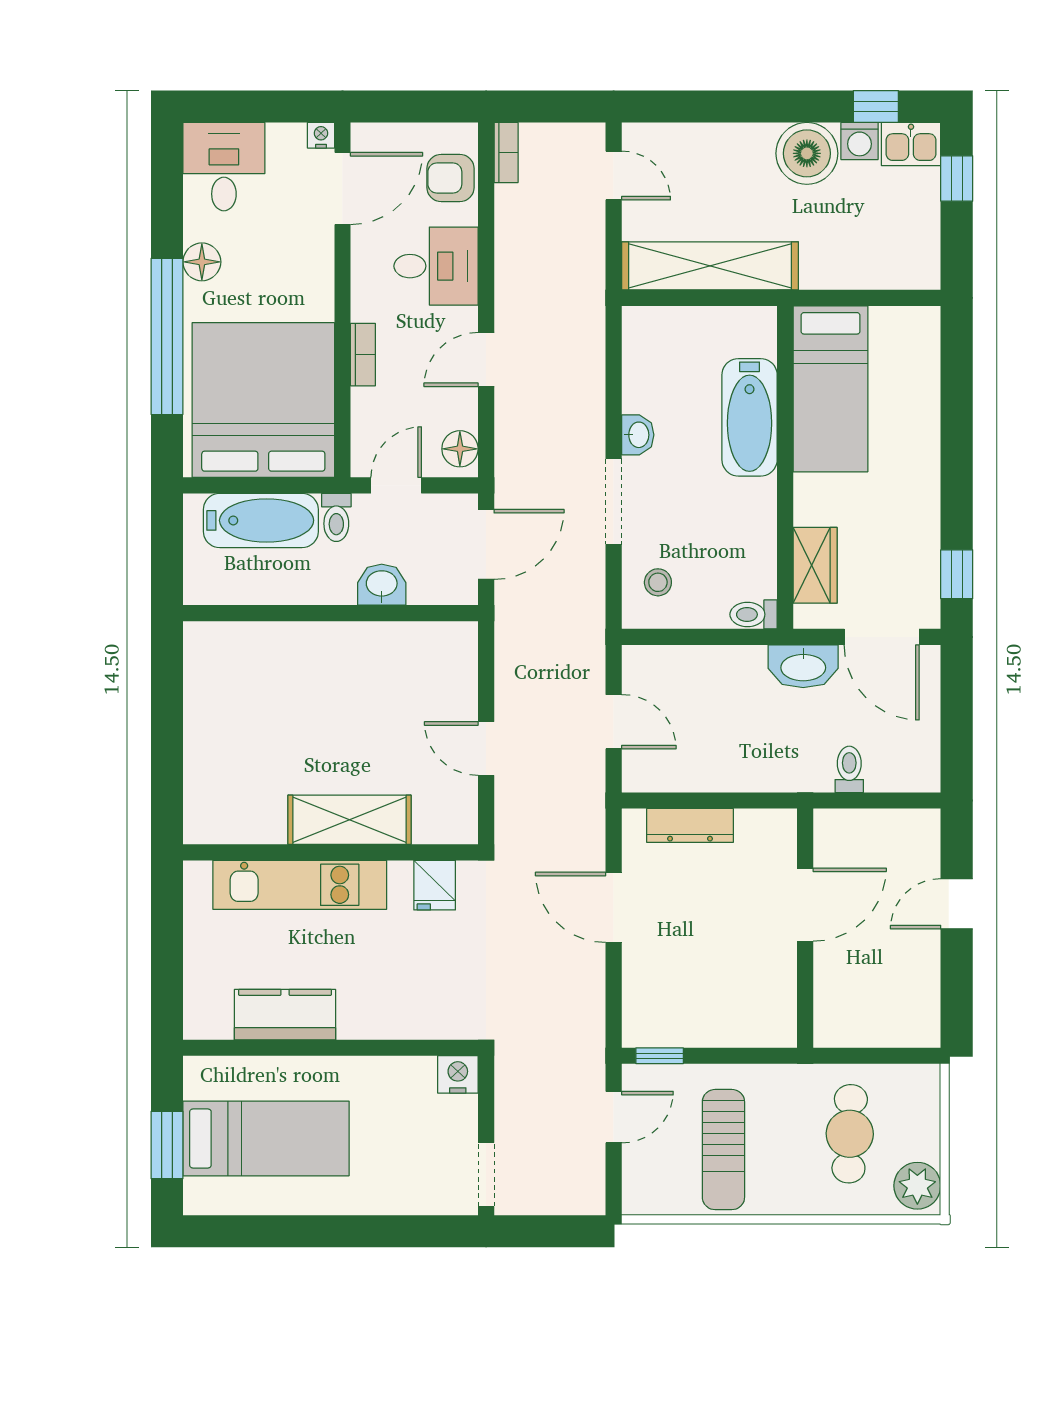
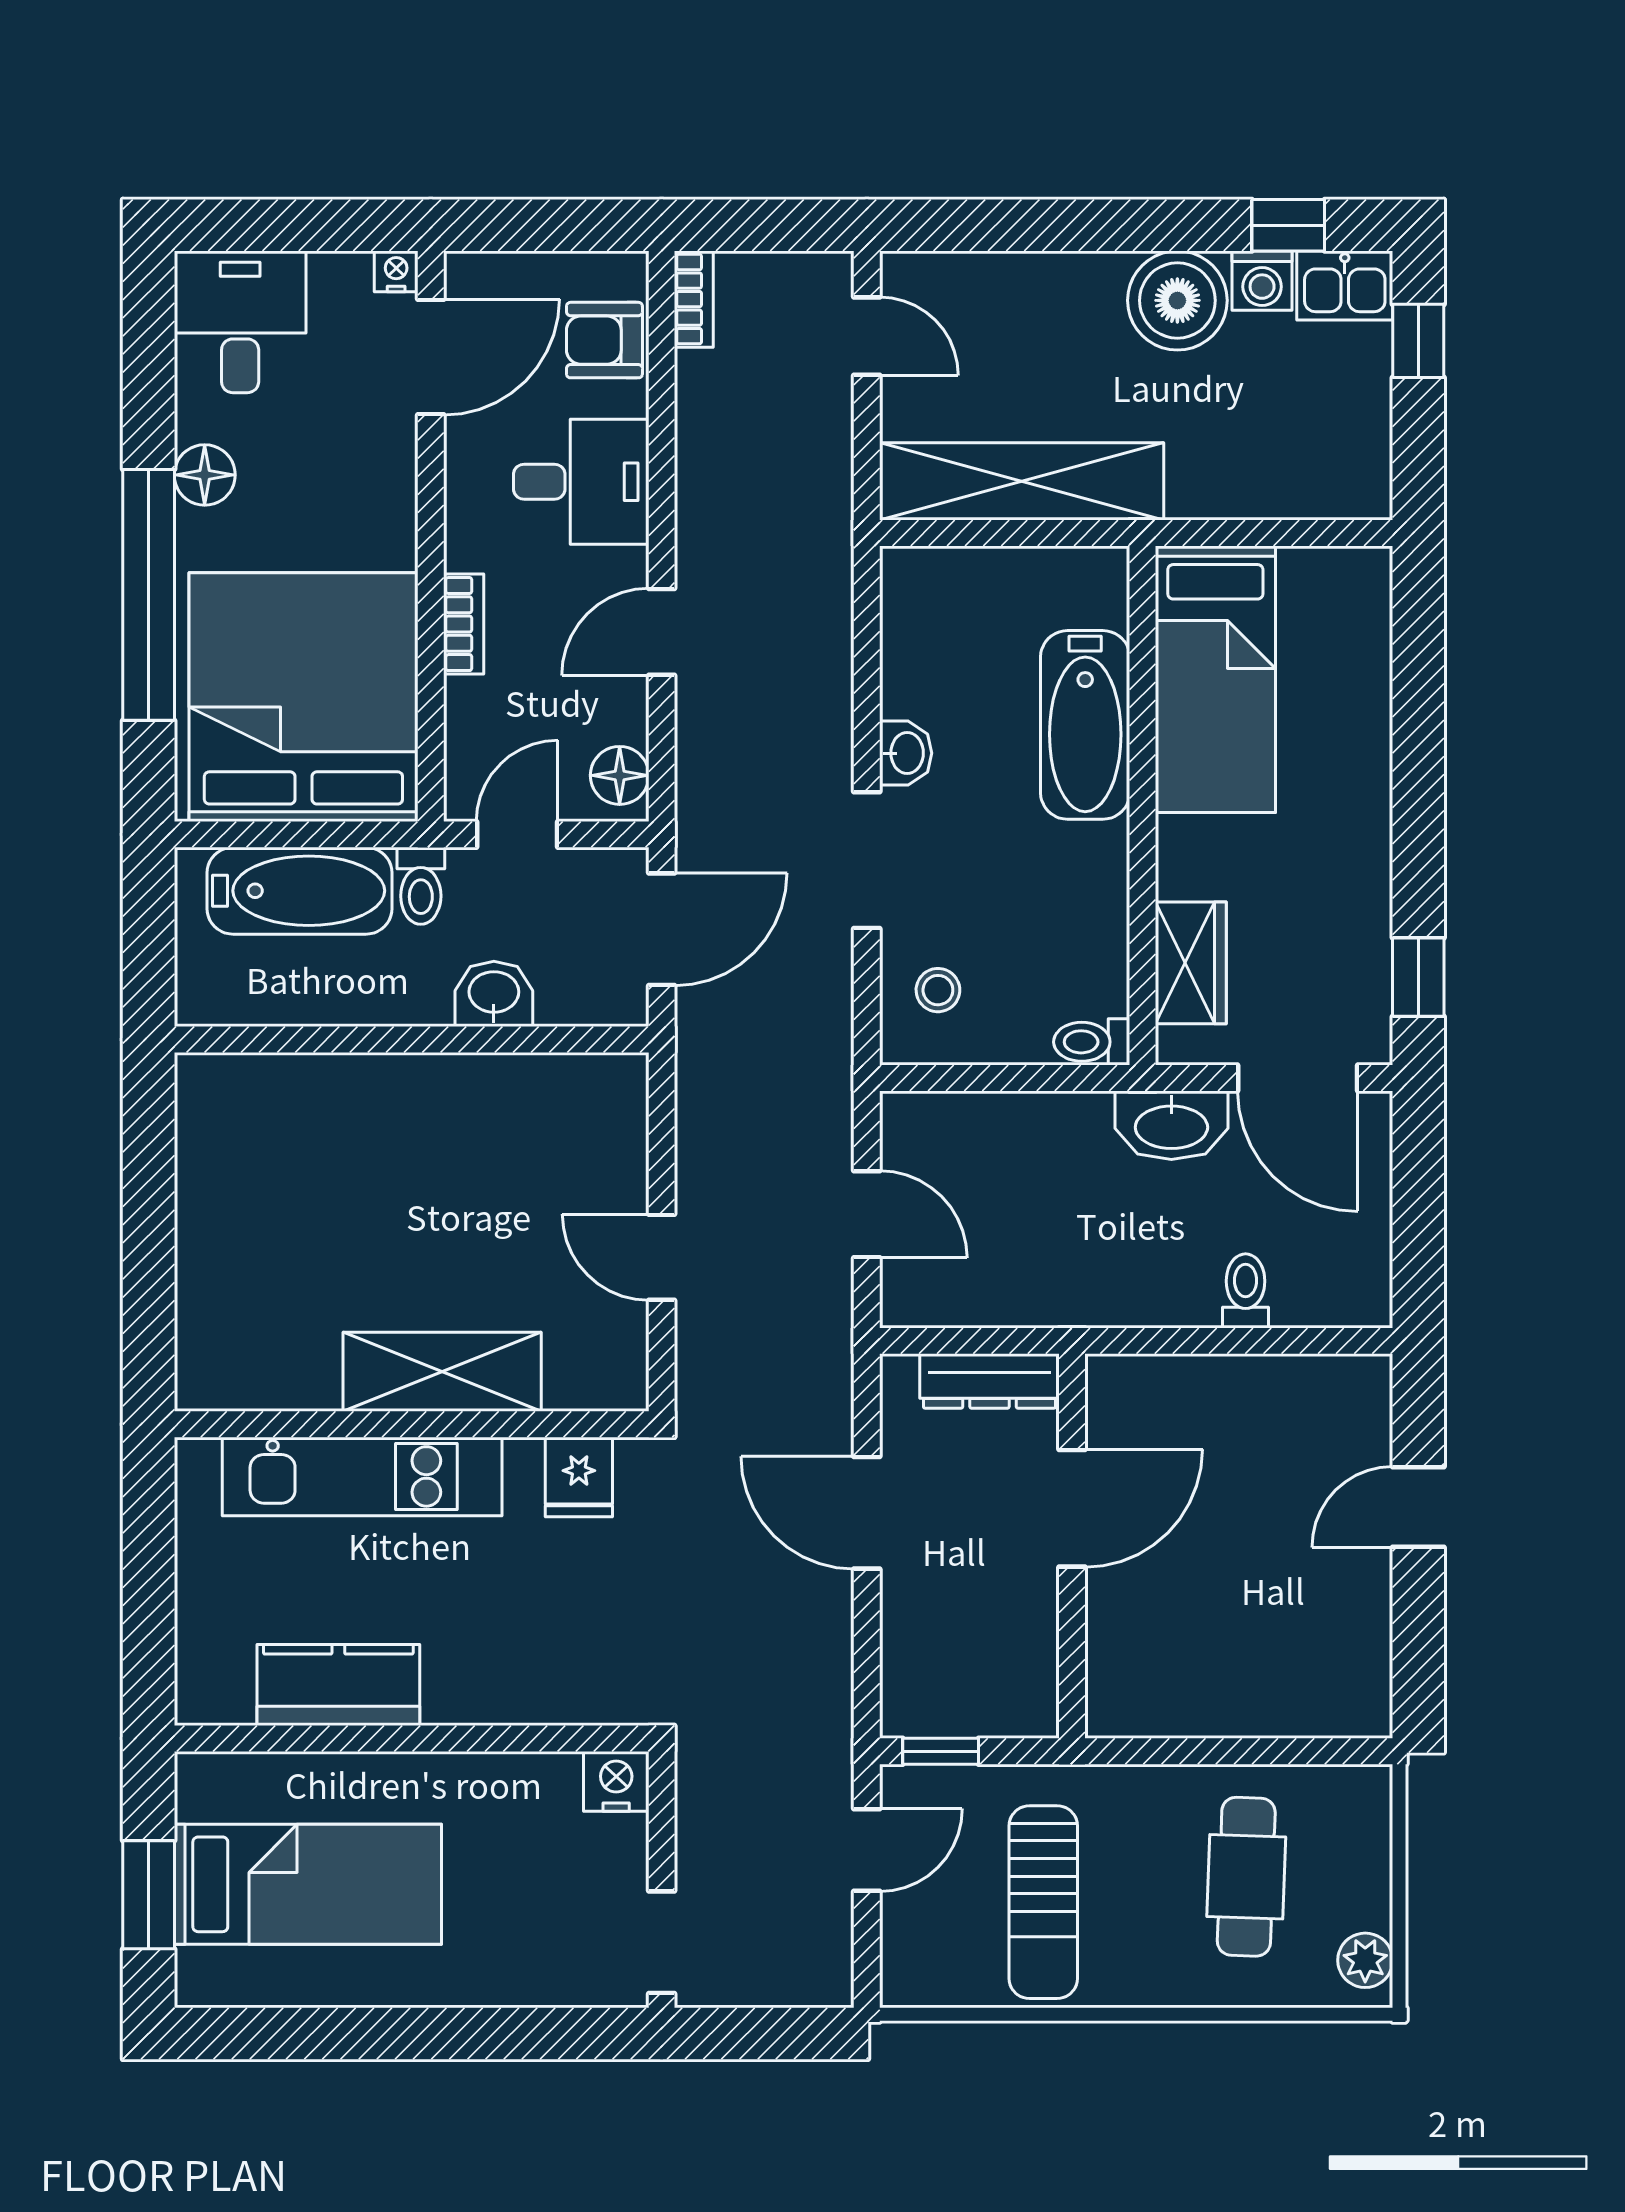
door: (805, 905) -> (1072, 1508), moved
wall: (805, 928) -> (1072, 1546), moved
plant: (917, 1186) -> (1365, 1960), width x0.73, depth x0.73

